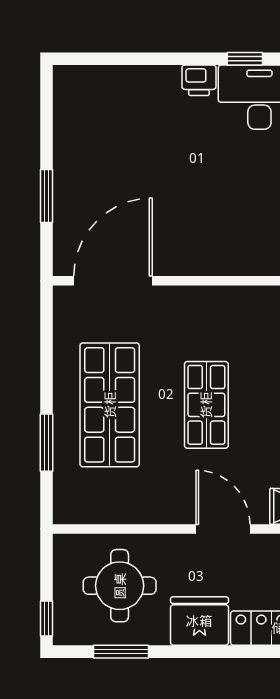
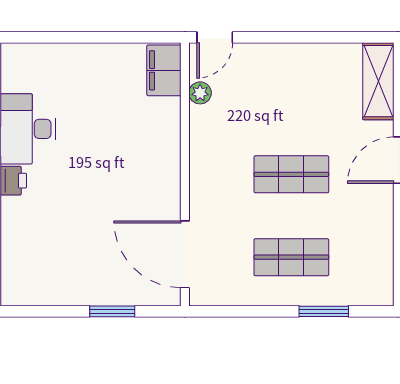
shop shelf: (110, 405) -> (291, 257), width x0.70, depth x0.74

